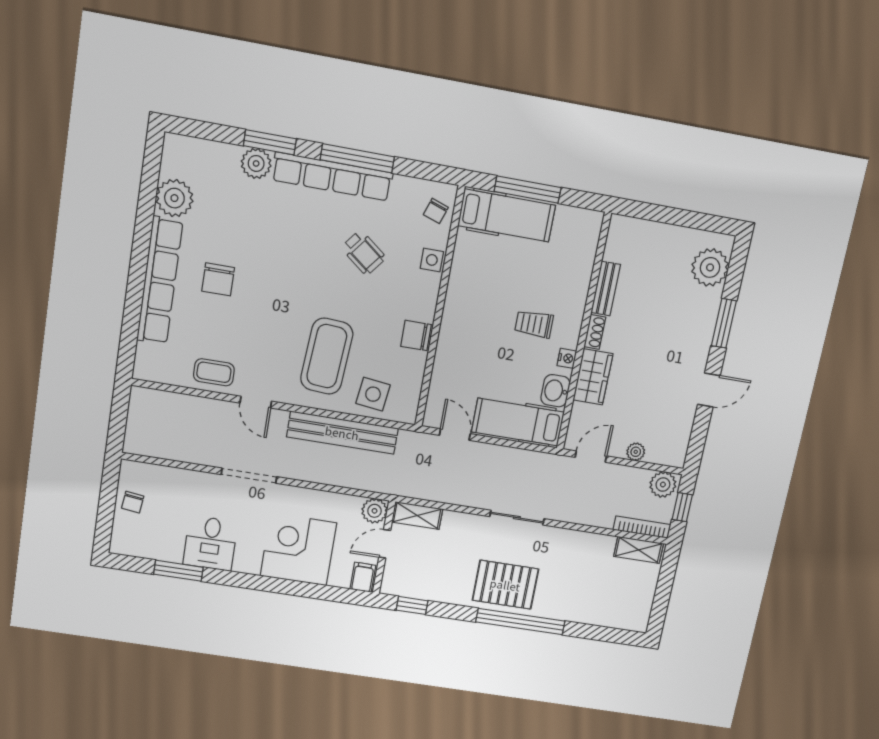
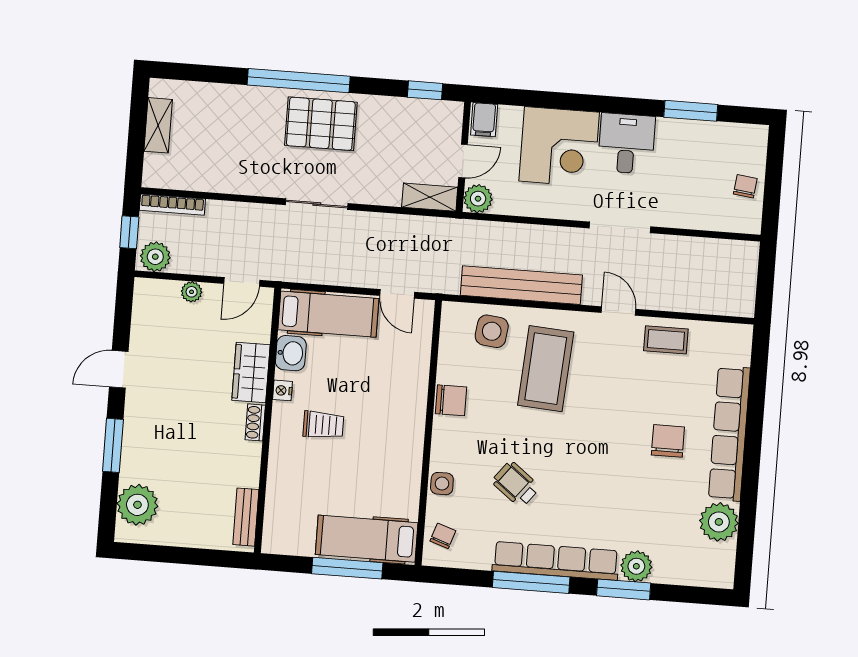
bench: (606, 289) -> (246, 517), moved
desk: (210, 543) -> (626, 144), moved
shelving: (639, 550) -> (158, 125), moved, turned 90

